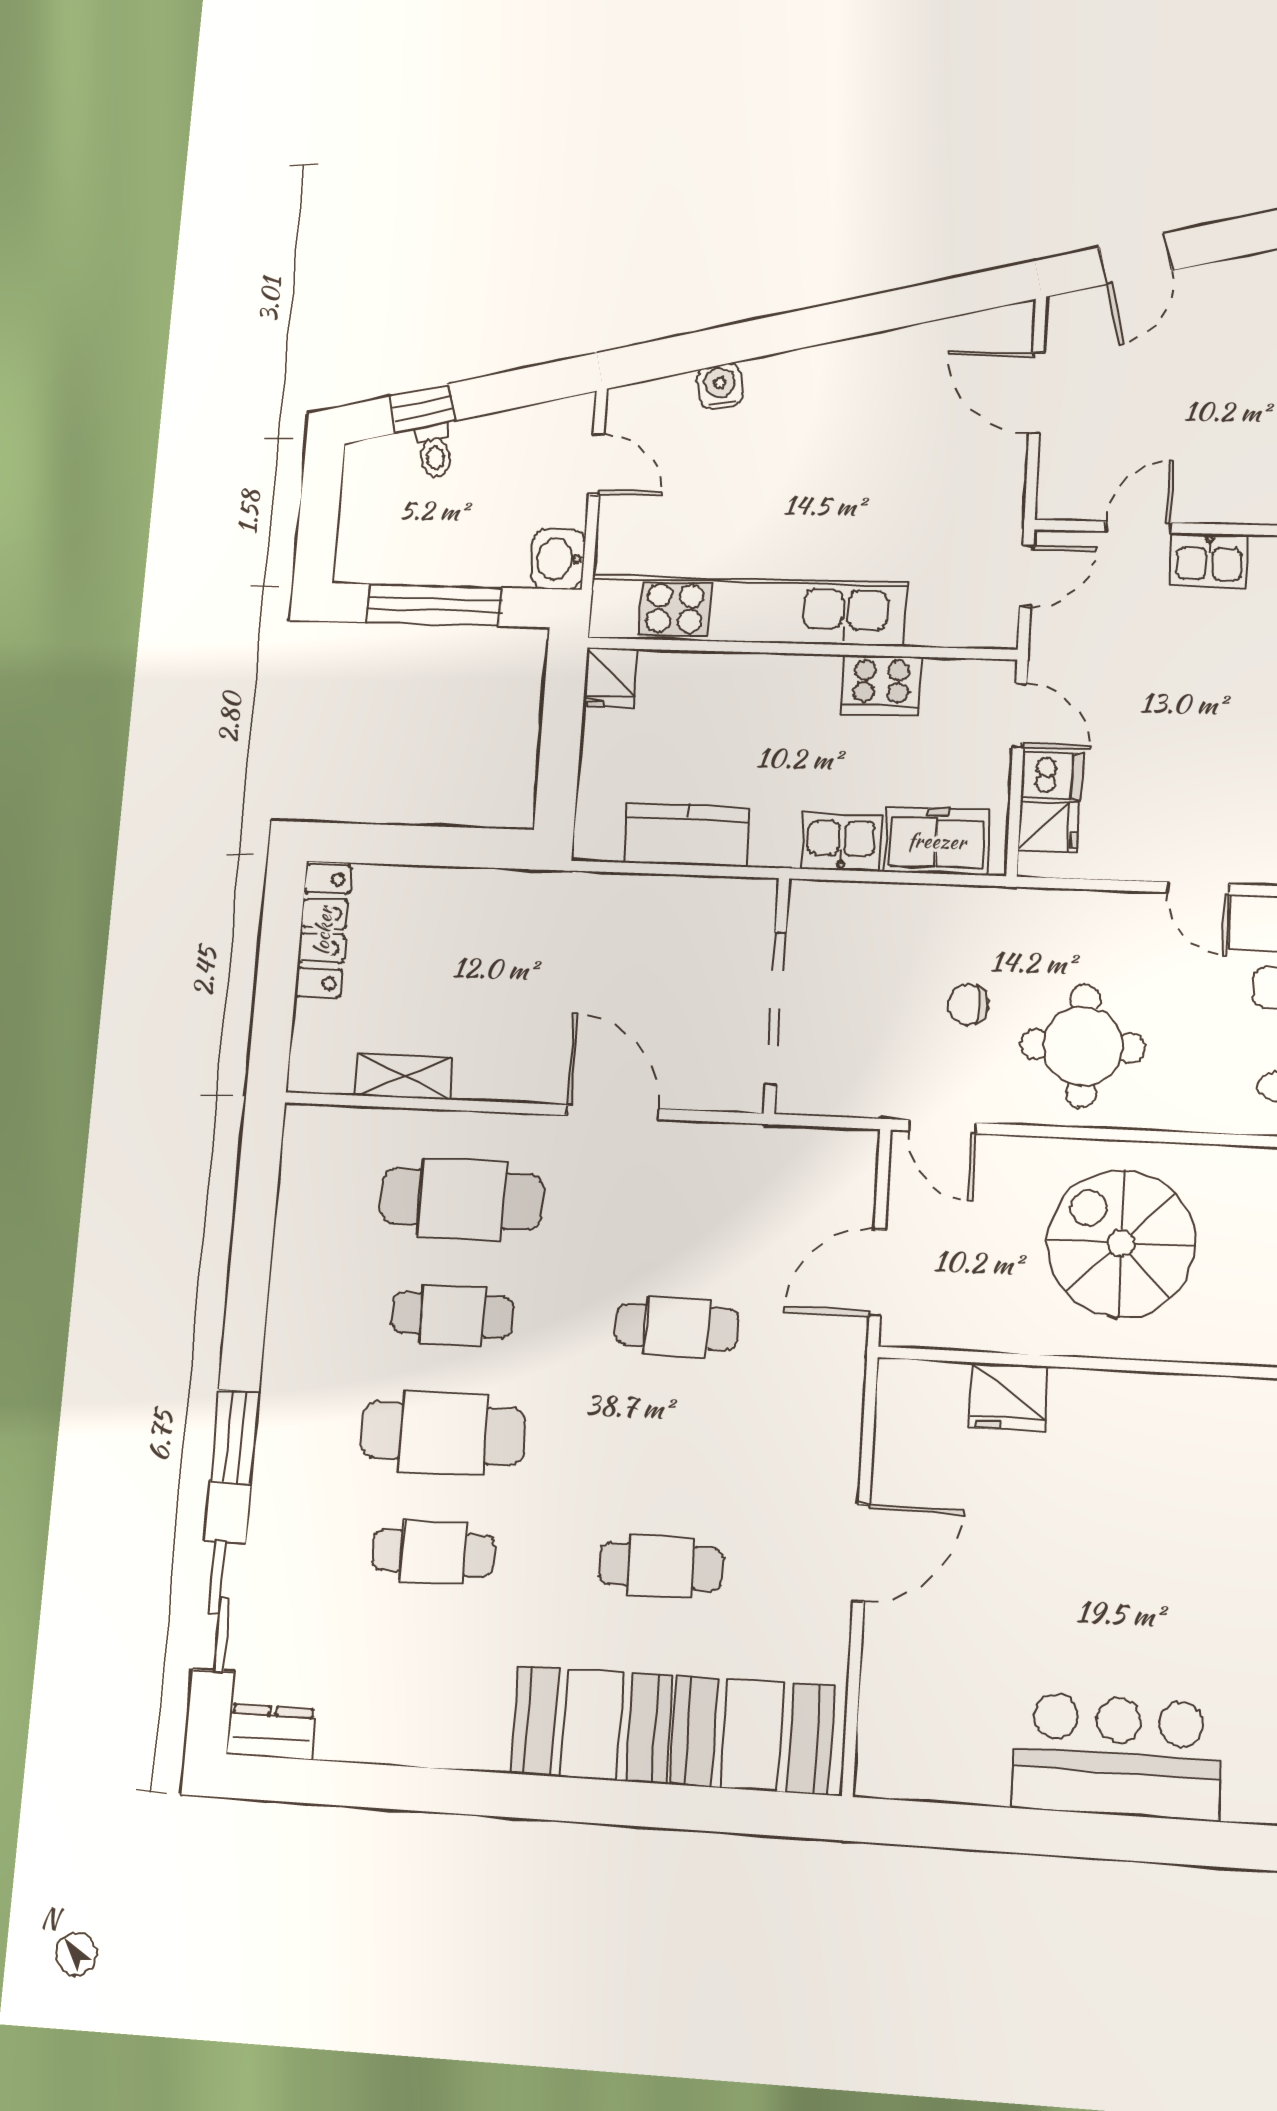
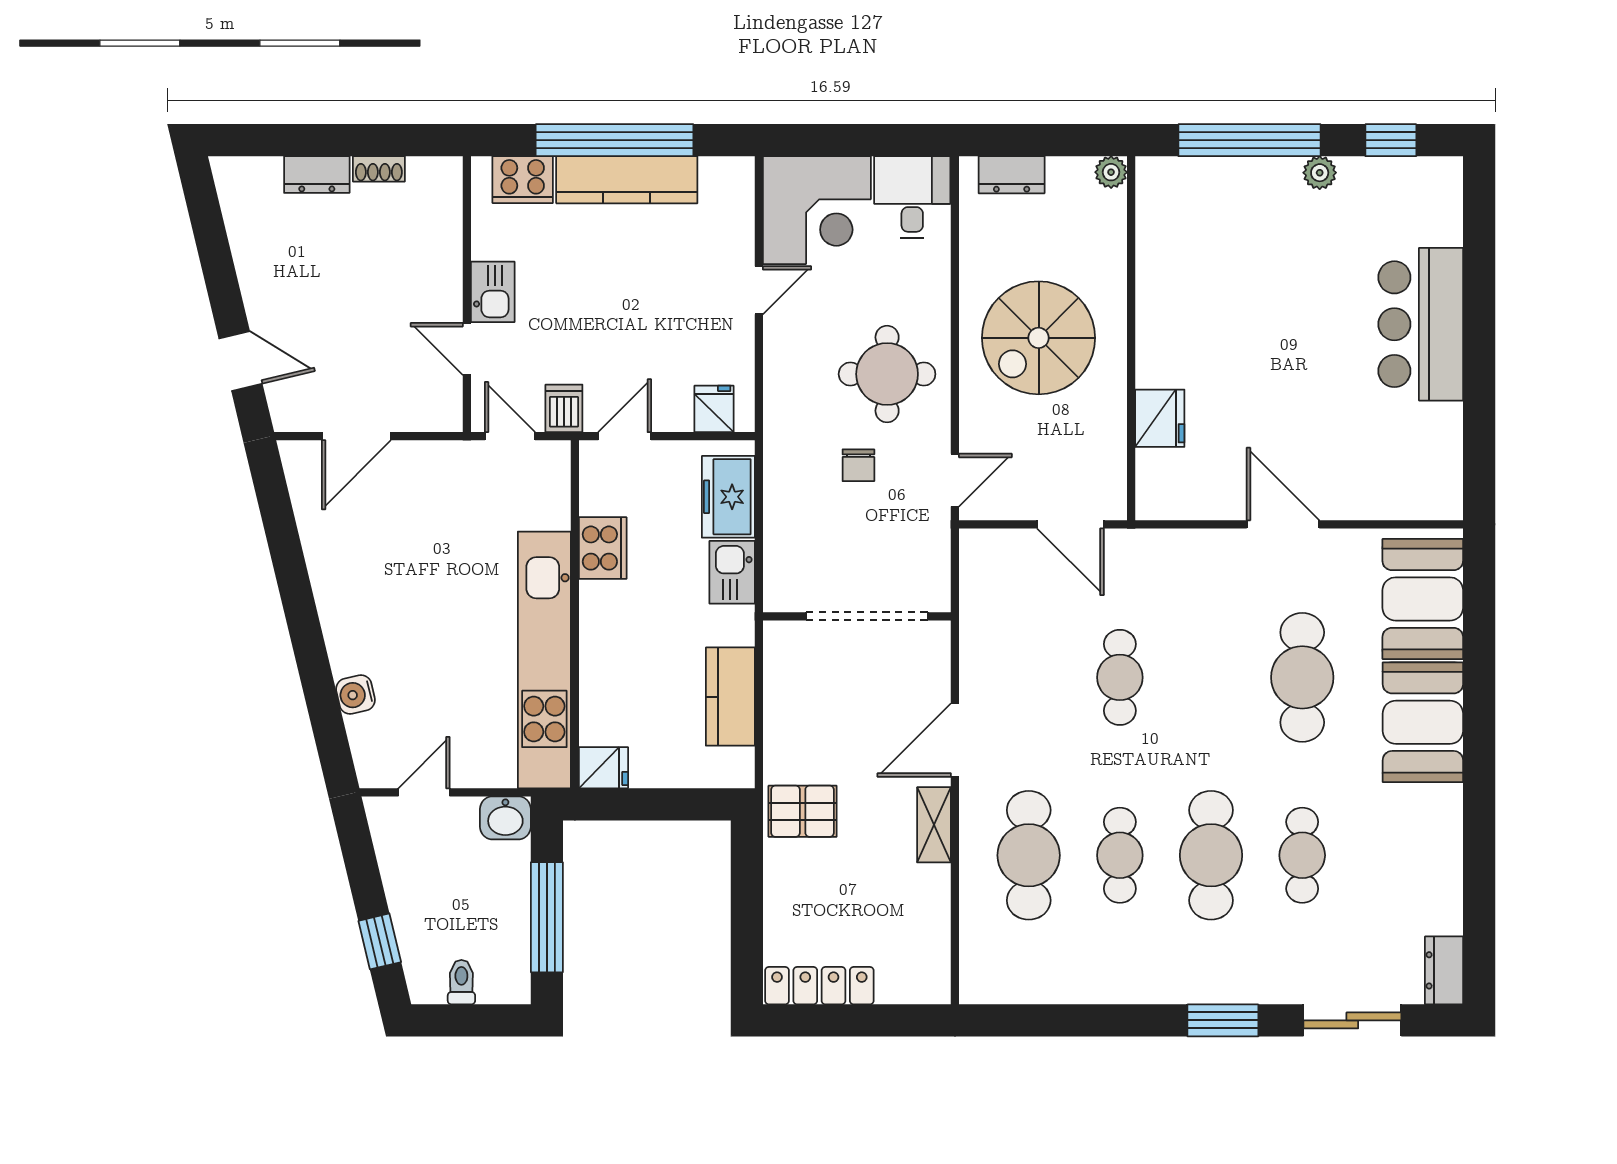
toilet: (435, 451) -> (461, 982), moved, turned -77
dishwasher: (1052, 776) -> (564, 408), moved
pallet: (538, 918) -> (803, 811), added
shelving: (404, 1076) -> (934, 825), moved
cafe table: (661, 1566) -> (1302, 677), width x1.37, depth x1.35

